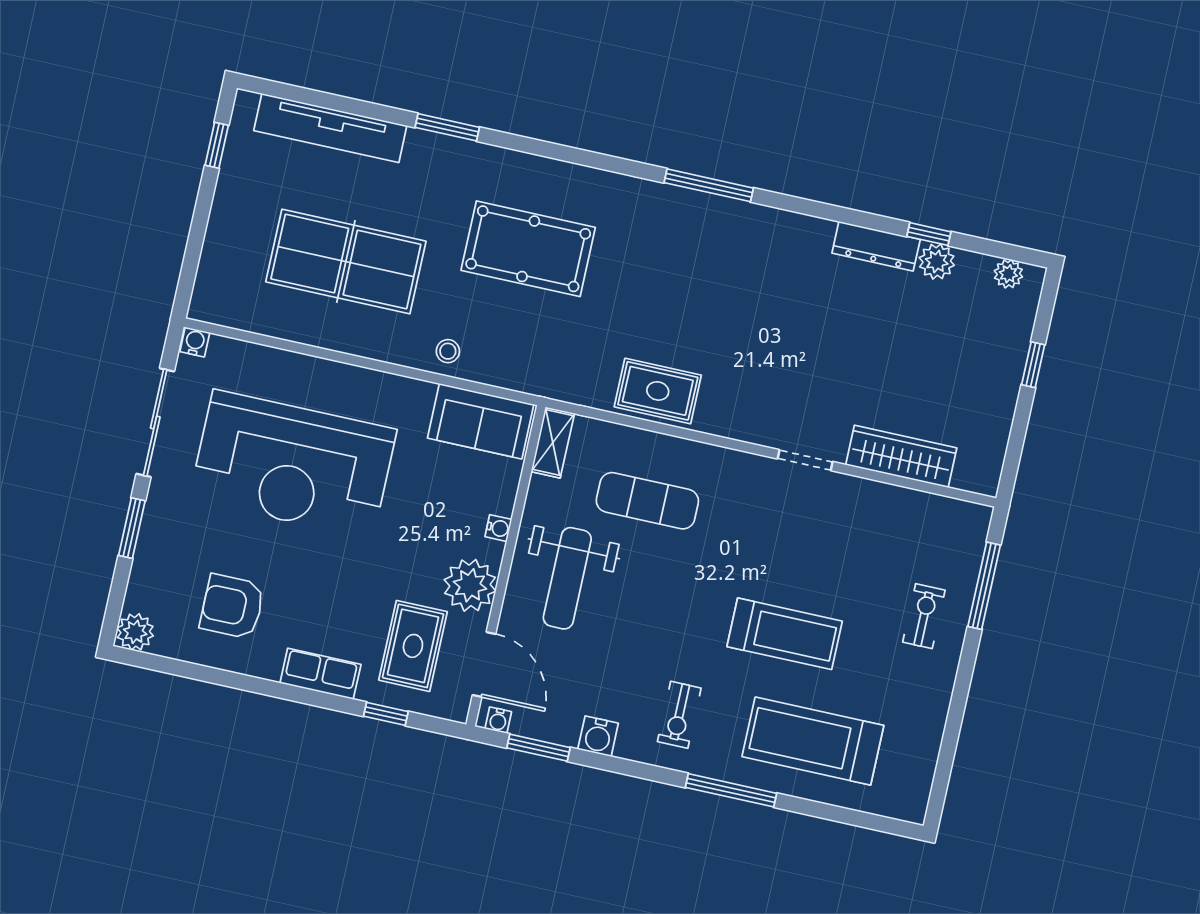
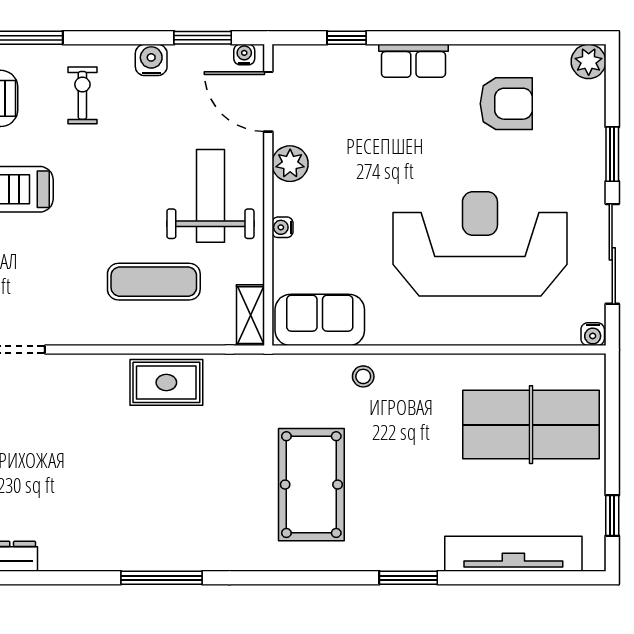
pool table: (528, 249) -> (311, 485), turned 90
table tennis table: (346, 262) -> (531, 425), moved
plant: (470, 585) -> (290, 164), width x0.73, depth x0.73
rug: (413, 646) -> (336, 104), removed

